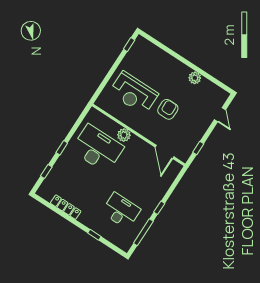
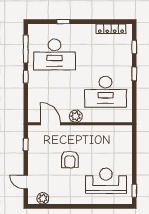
plant: (195, 78) -> (43, 198), moved
reception desk: (134, 93) -> (106, 181), moved
plant: (124, 135) -> (76, 116), moved
locker: (66, 207) -> (111, 29), moved
desk: (121, 211) -> (54, 54), width x1.36, depth x1.30

